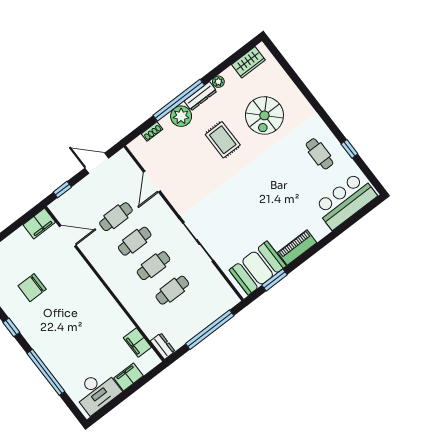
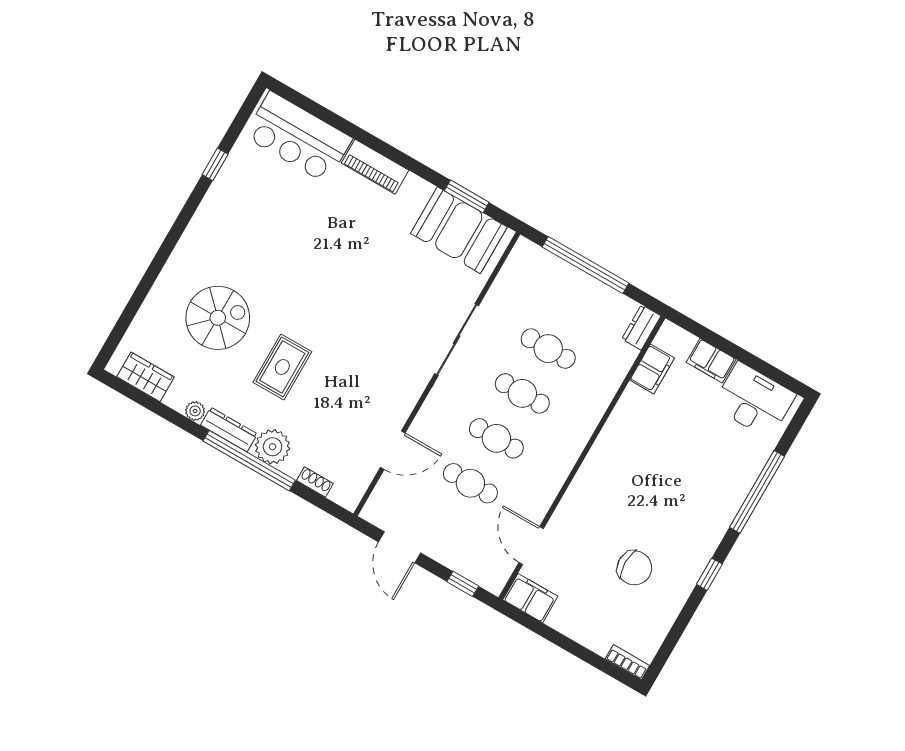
cafe table: (319, 154) -> (242, 208), removed
piano: (297, 248) -> (375, 167), moved

